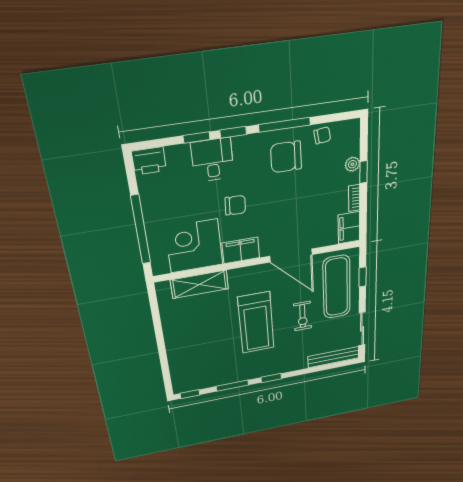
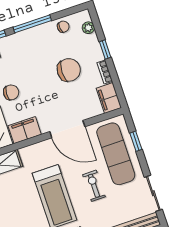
chair: (286, 157) -> (69, 70), moved, turned 180
plant: (352, 164) -> (88, 28), moved
exercise bike: (303, 316) -> (94, 186), turned 180

